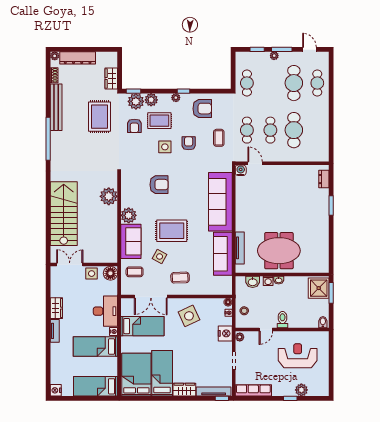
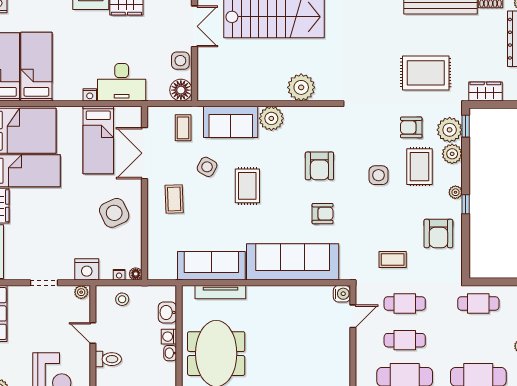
armchair: (189, 143) -> (323, 214), moved
rug: (172, 231) -> (247, 186), width x0.73, depth x0.70
bed: (95, 346) -> (36, 67), moved

